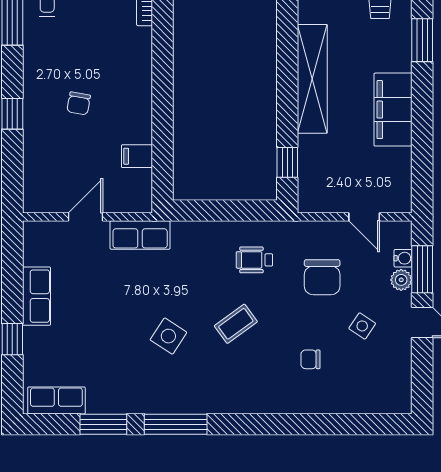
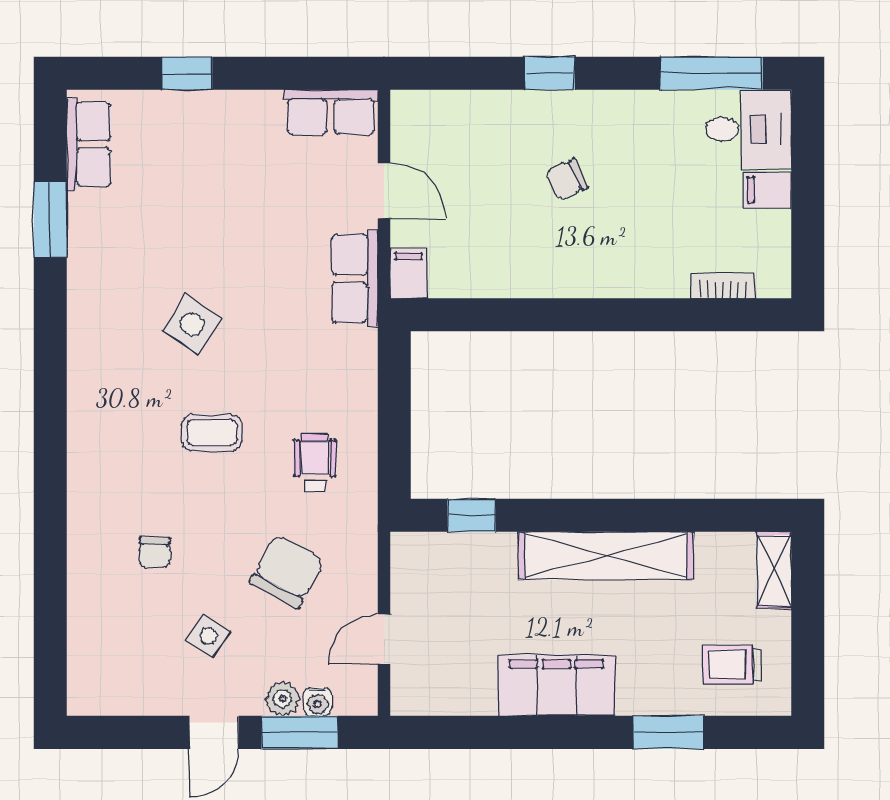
chair: (79, 103) -> (566, 180), turned -35
filing cabinet: (137, 156) -> (409, 274), moved
chair: (322, 277) -> (287, 571), turned 118
row of seats: (36, 296) -> (331, 112), moved
coffee table: (236, 324) -> (212, 433), turned -54
chair: (310, 359) -> (155, 553), turned 180
window: (176, 424) -> (50, 336), removed

